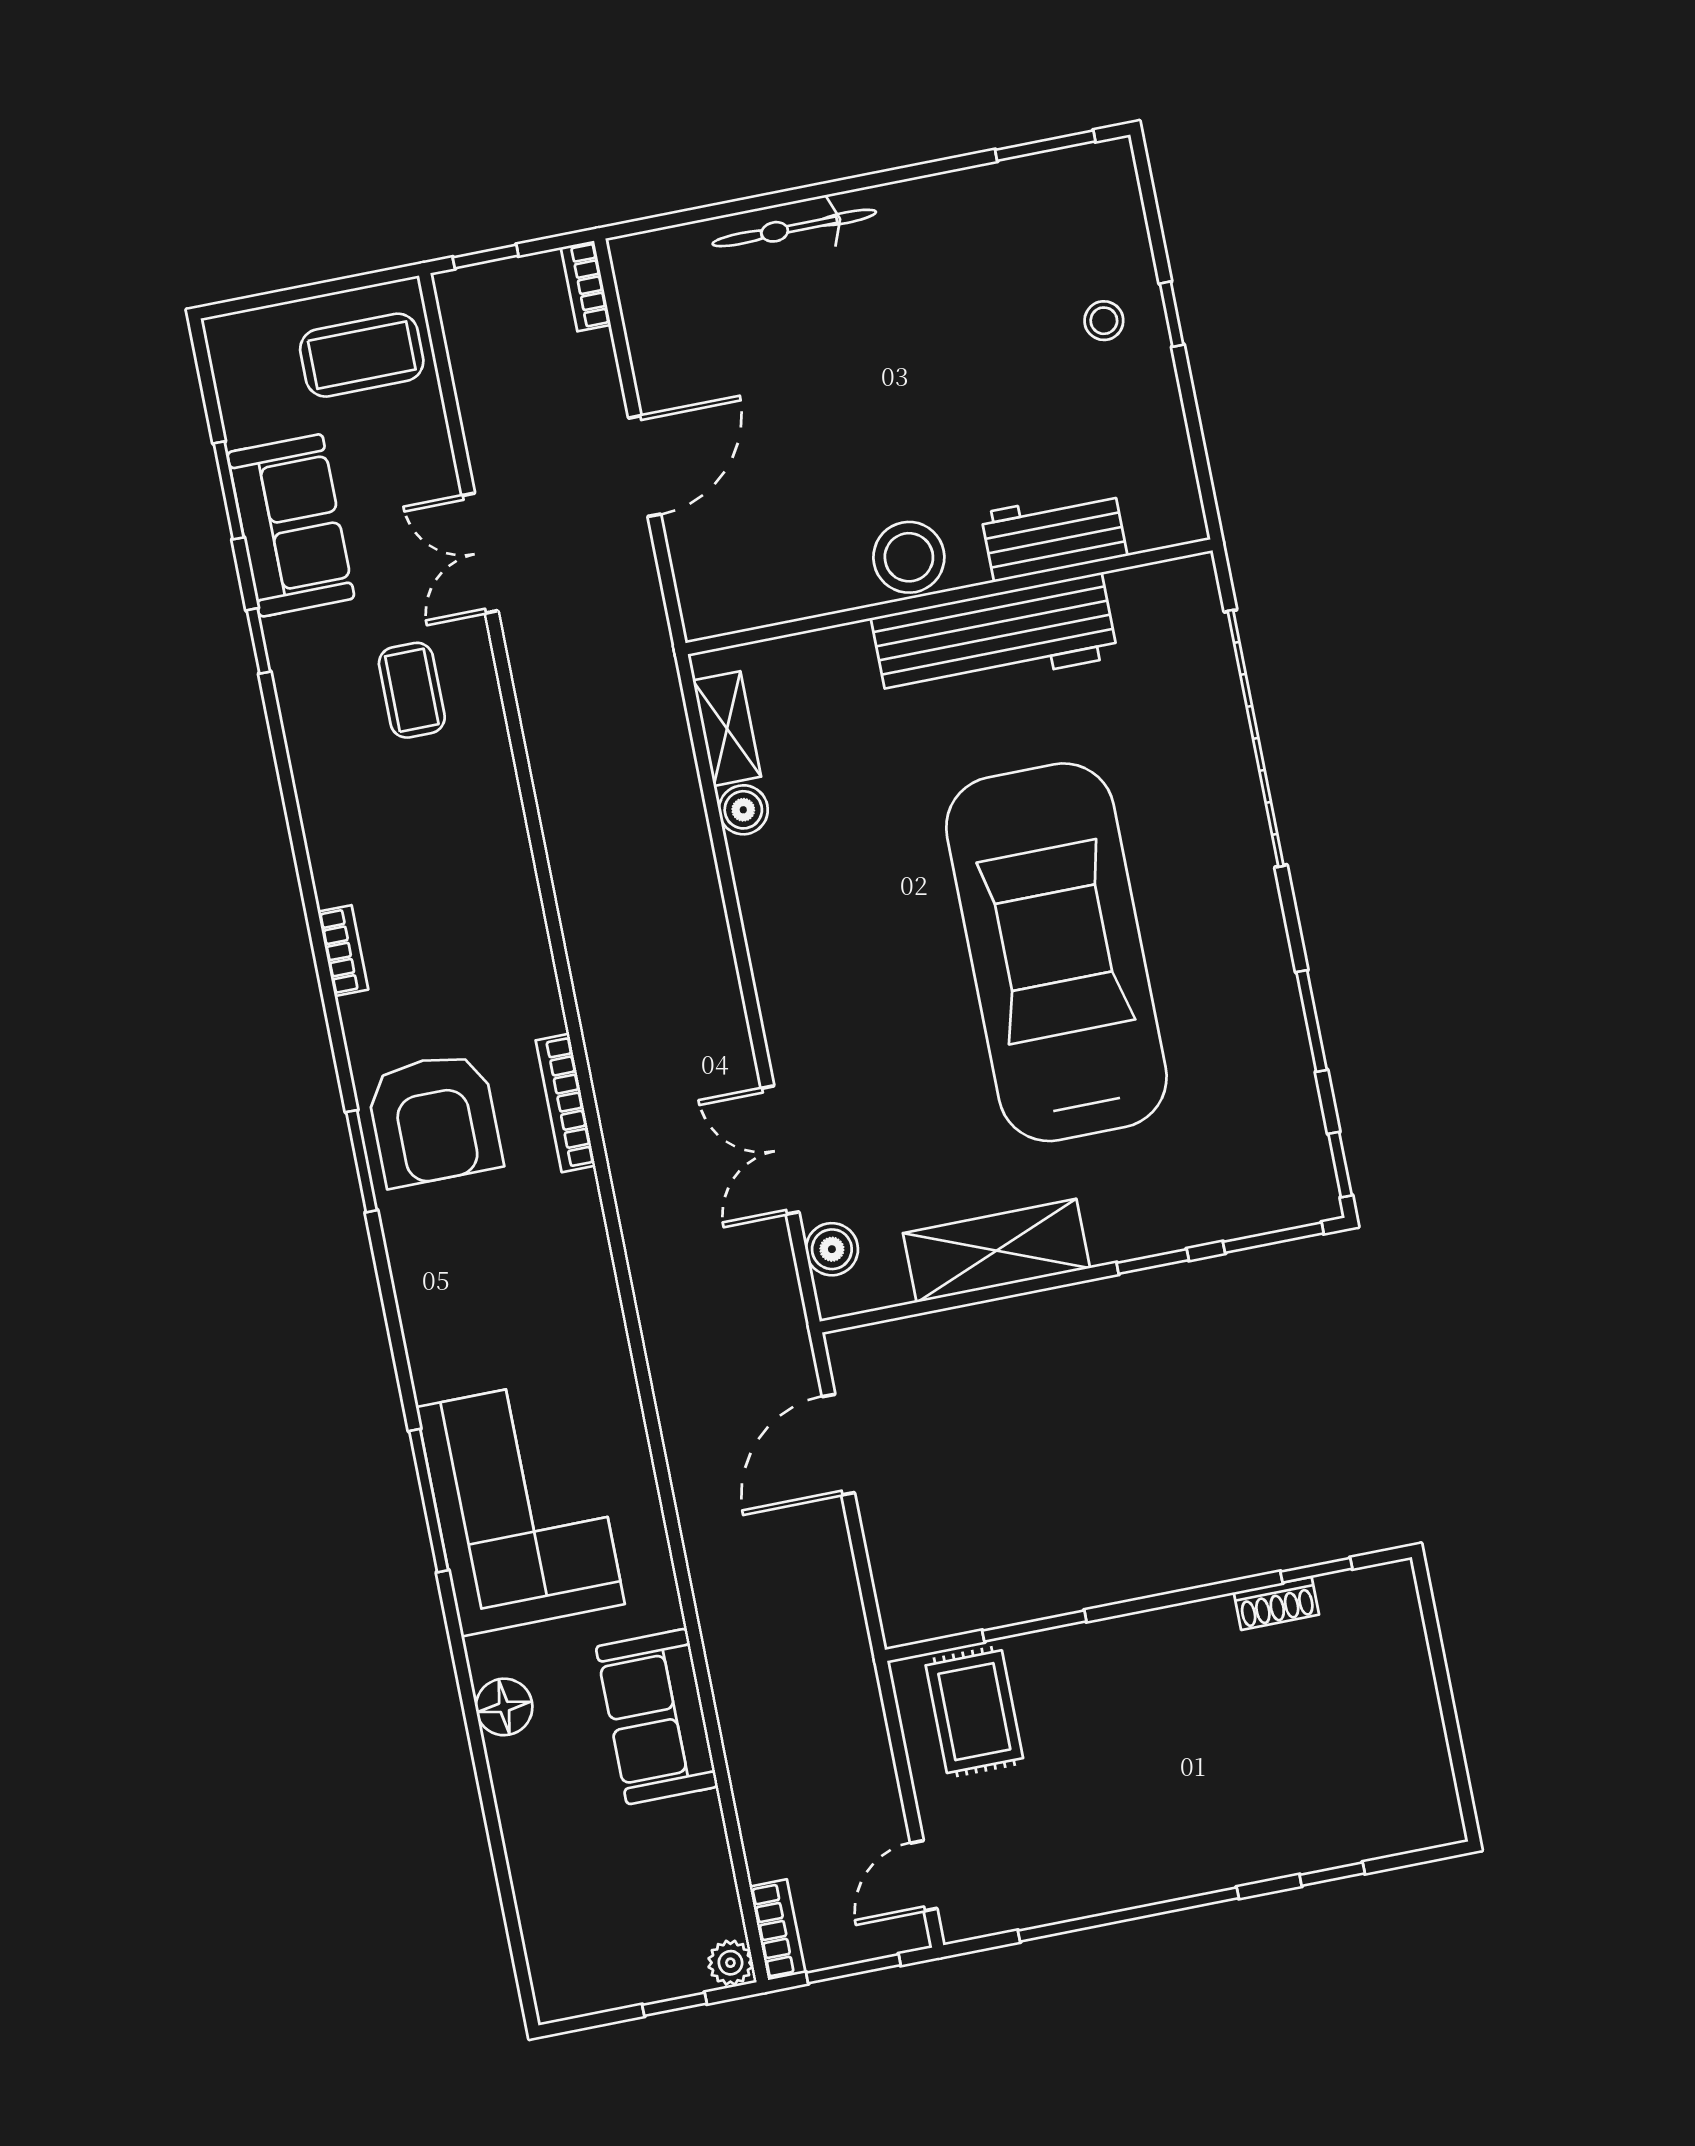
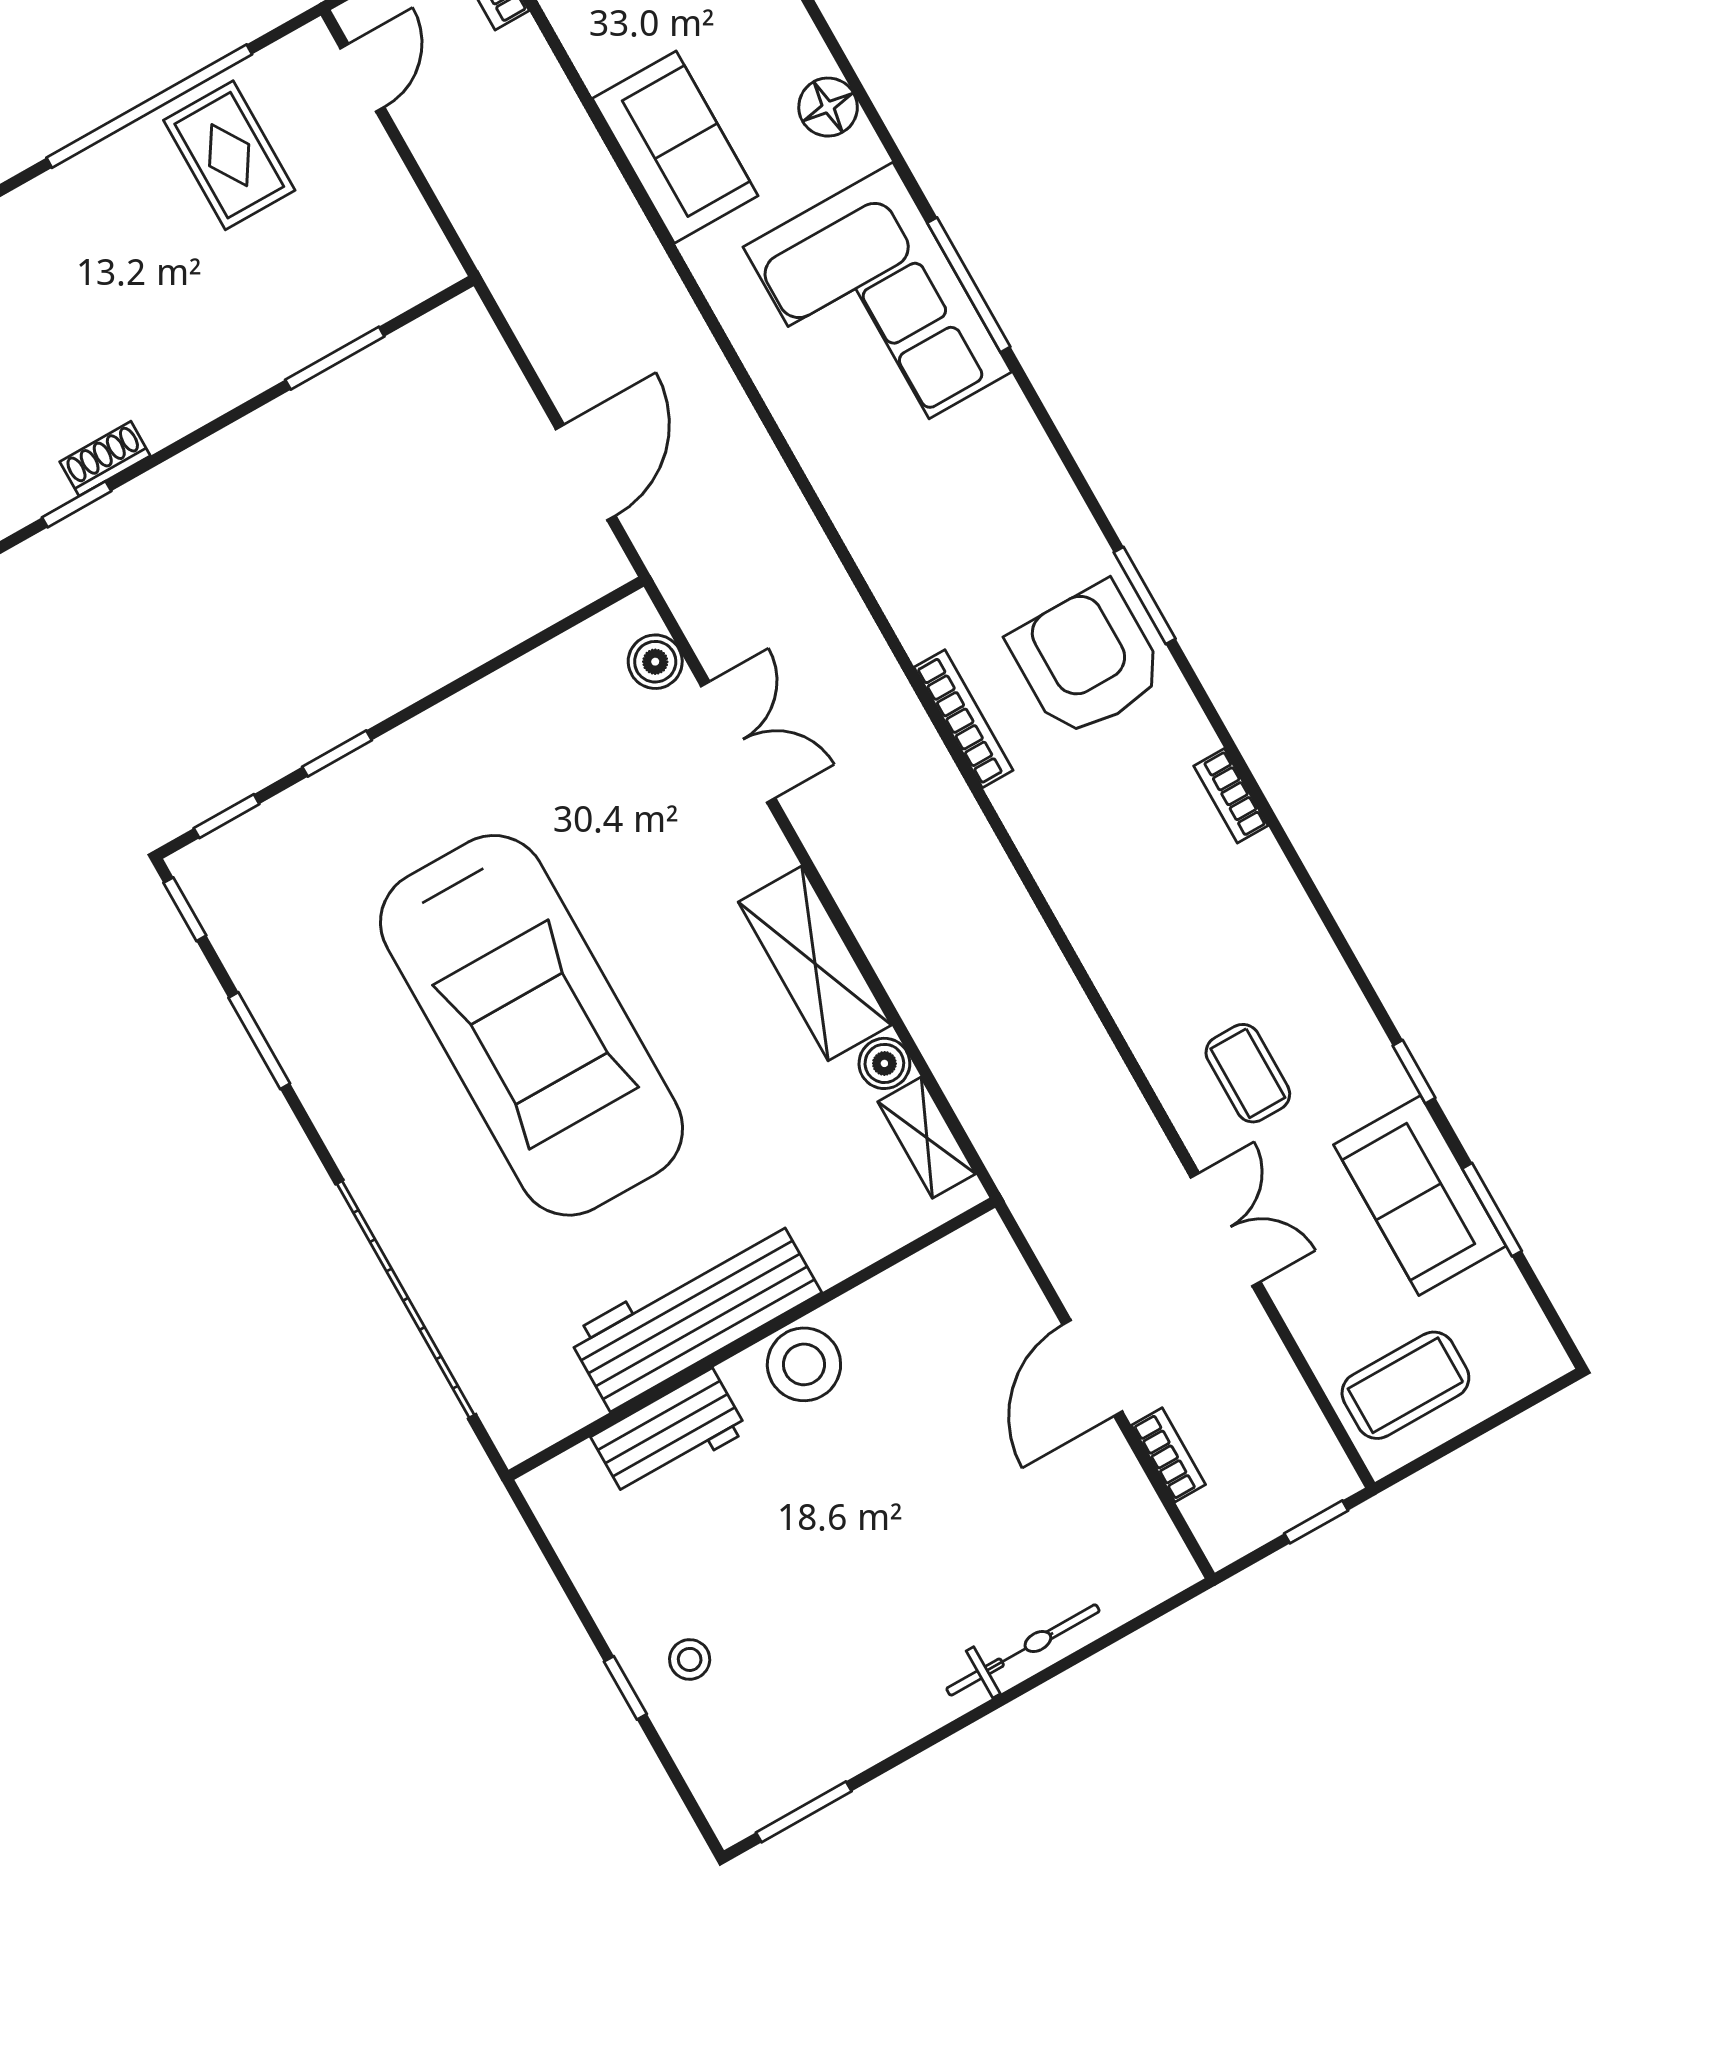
bookcase: (586, 286) -> (1168, 1455), moved
window: (1273, 1238) -> (227, 816), width x0.67
shelving: (996, 1251) -> (815, 963), moved, turned 90
rug: (974, 1712) -> (229, 155), moved

